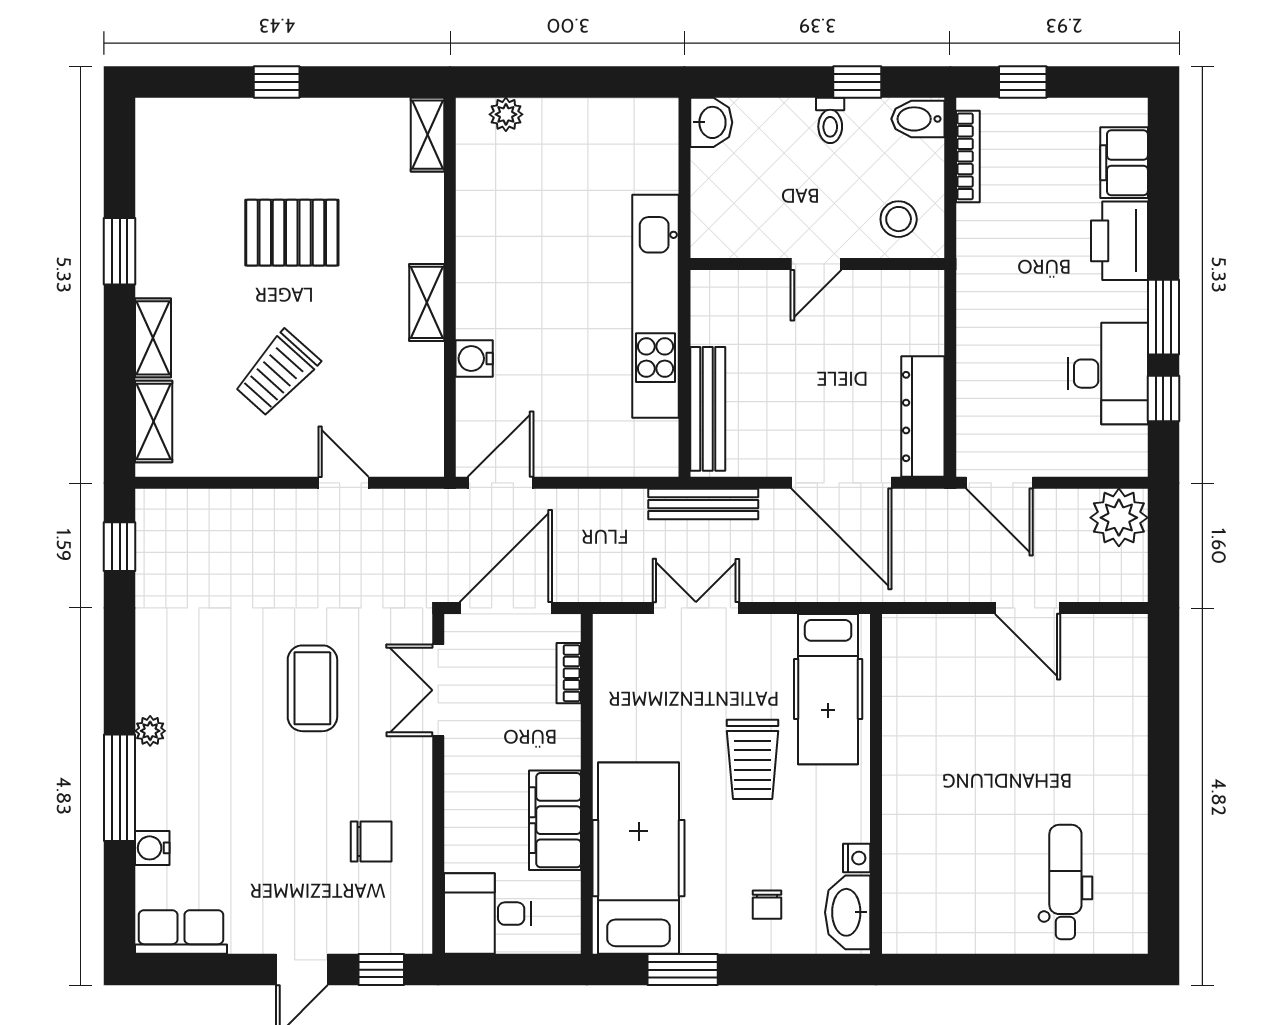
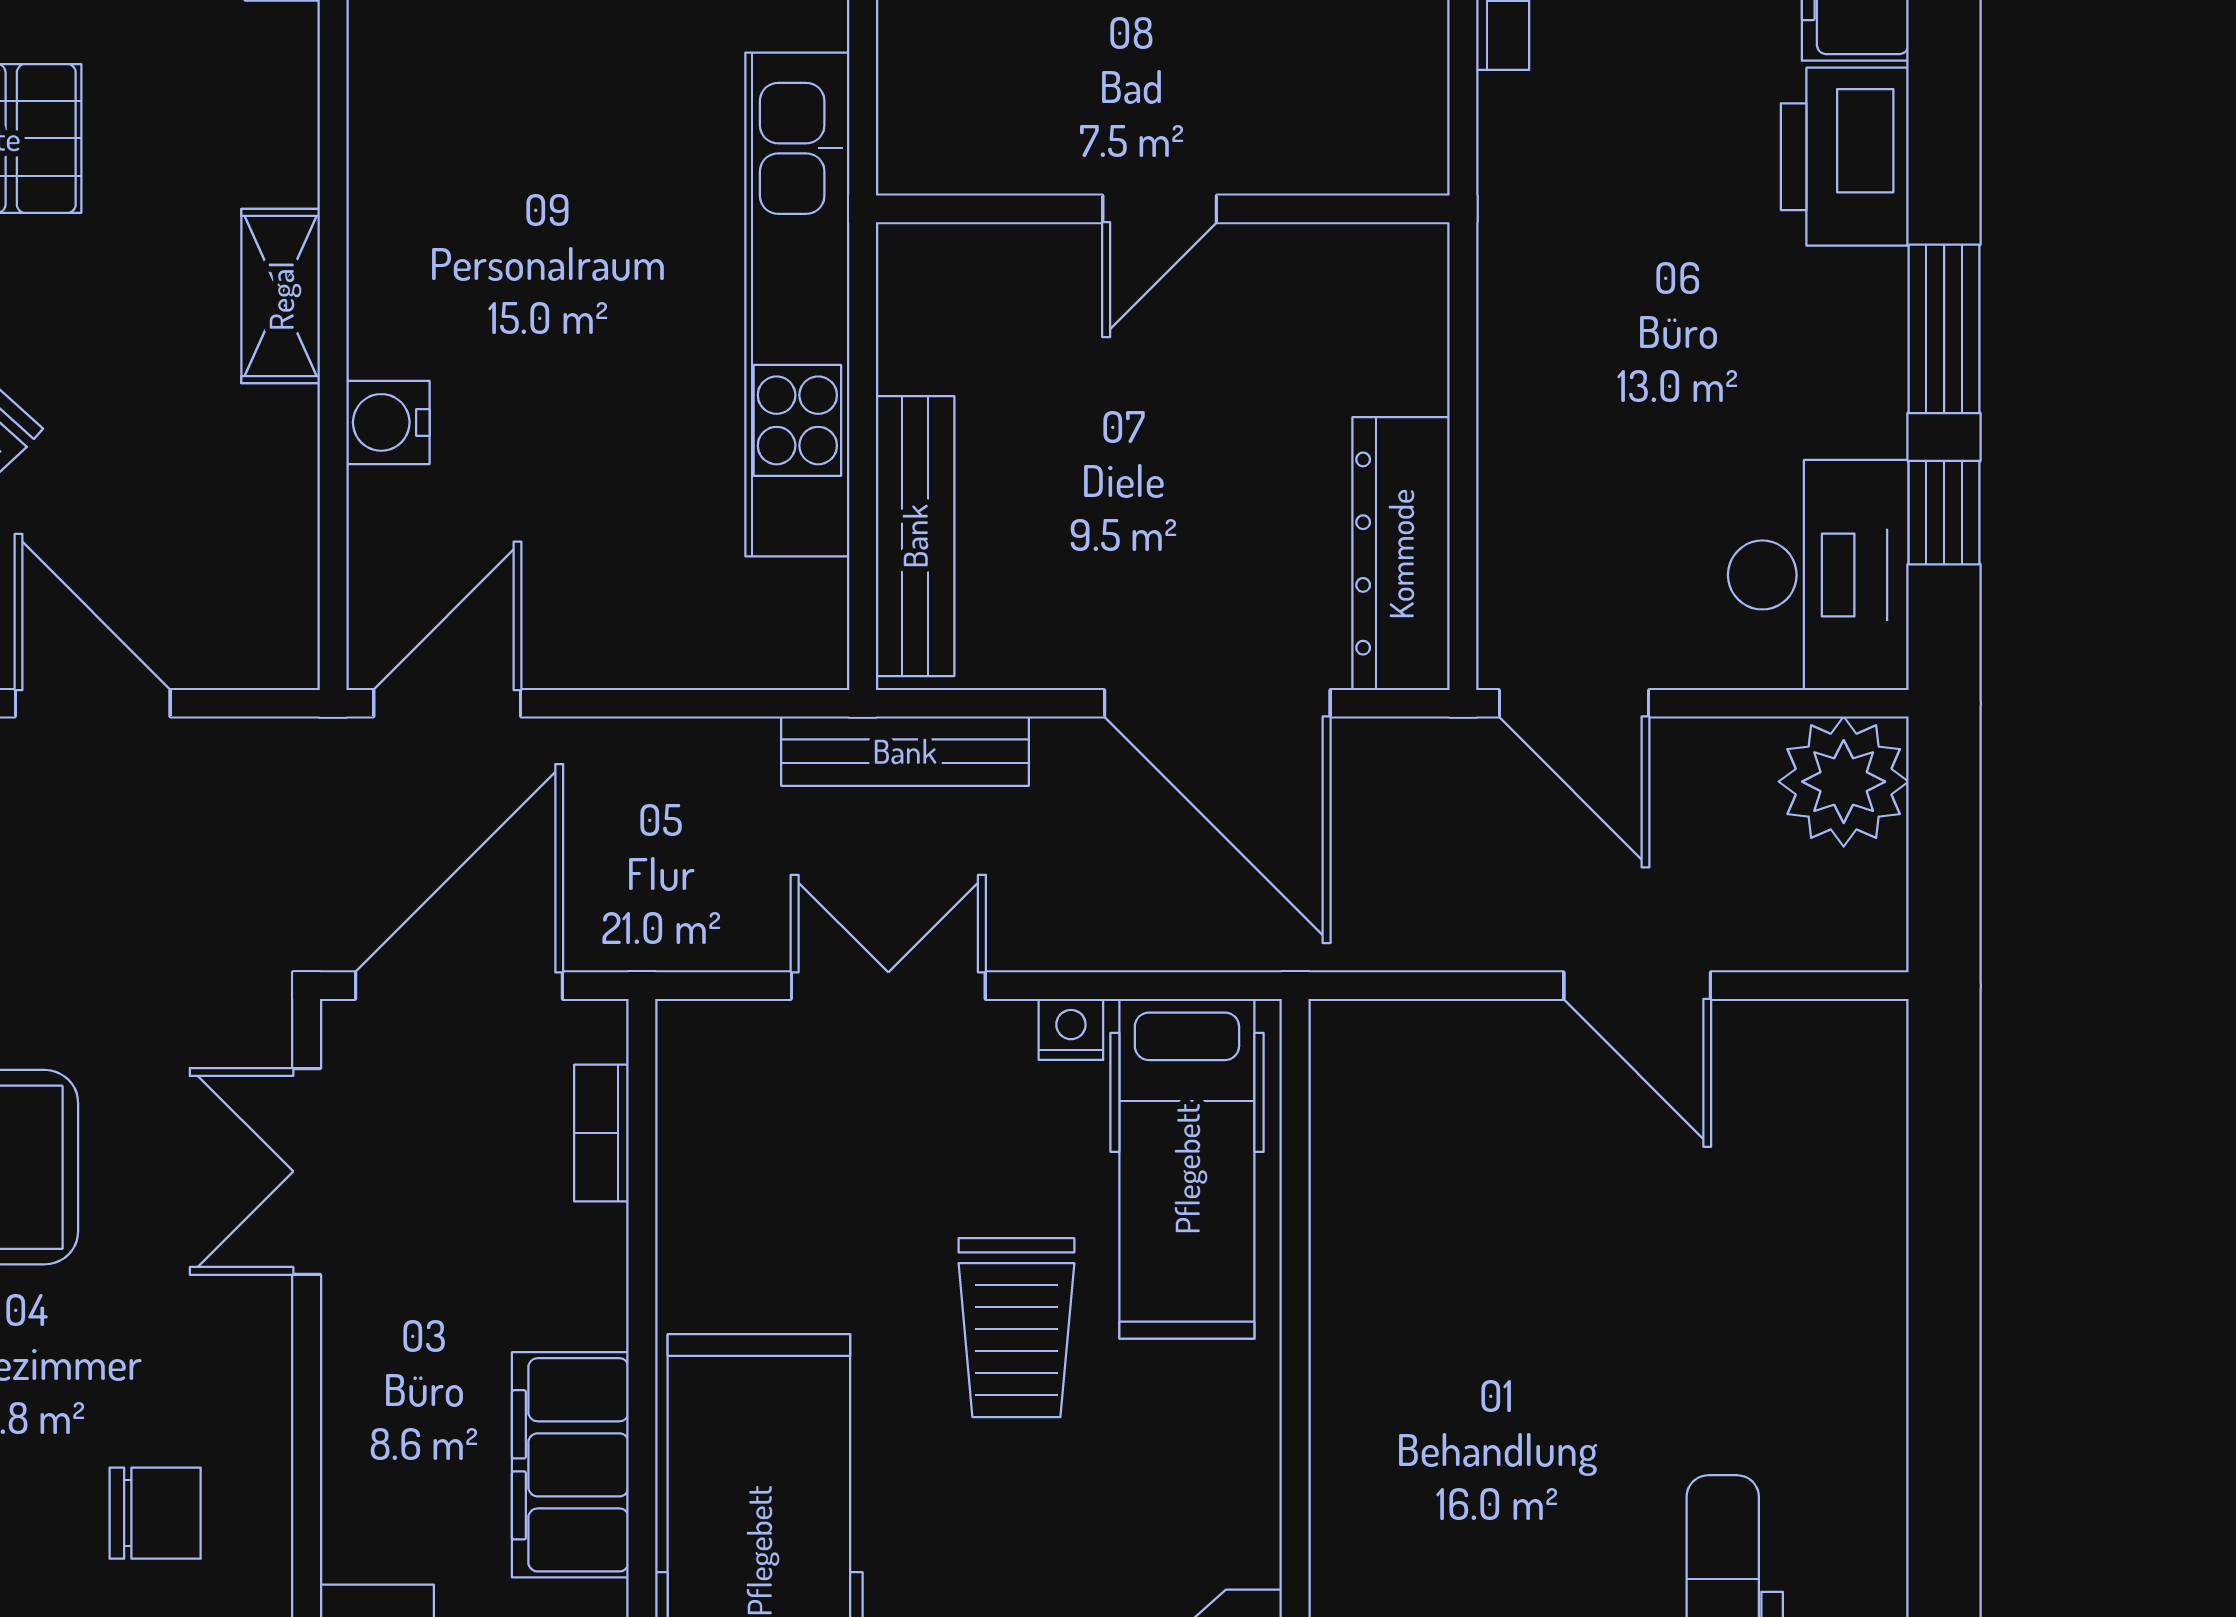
stool: (899, 219) -> (1346, 108), removed
desk: (1108, 374) -> (1818, 575), moved
door: (343, 483) -> (93, 703), width x1.37
nightstand: (857, 858) -> (1071, 1029), moved, turned -90

